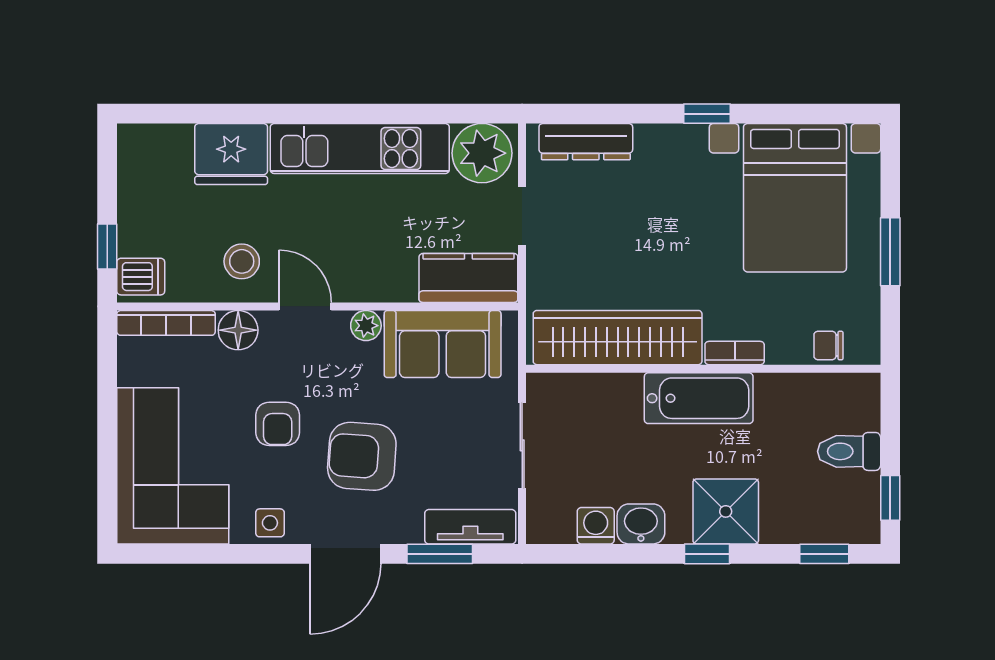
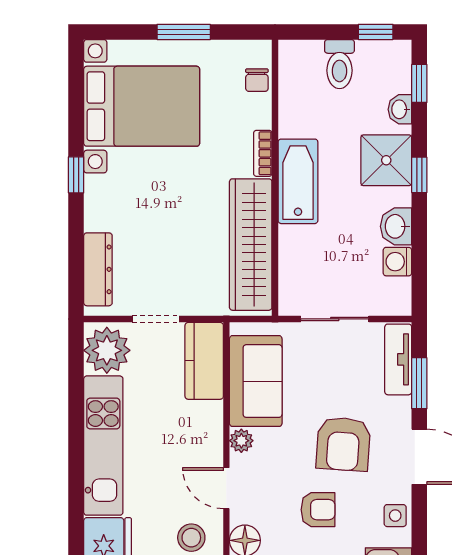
door: (305, 306) -> (226, 488), hinge flipped
washbasin: (791, 529) -> (400, 109), added

